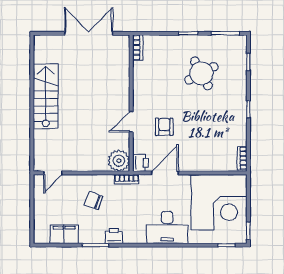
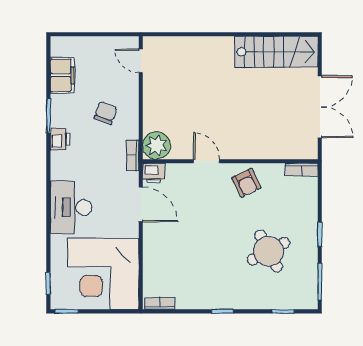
stairs: (46, 96) -> (276, 52), moved
armchair: (164, 127) -> (246, 183), moved, turned 64

